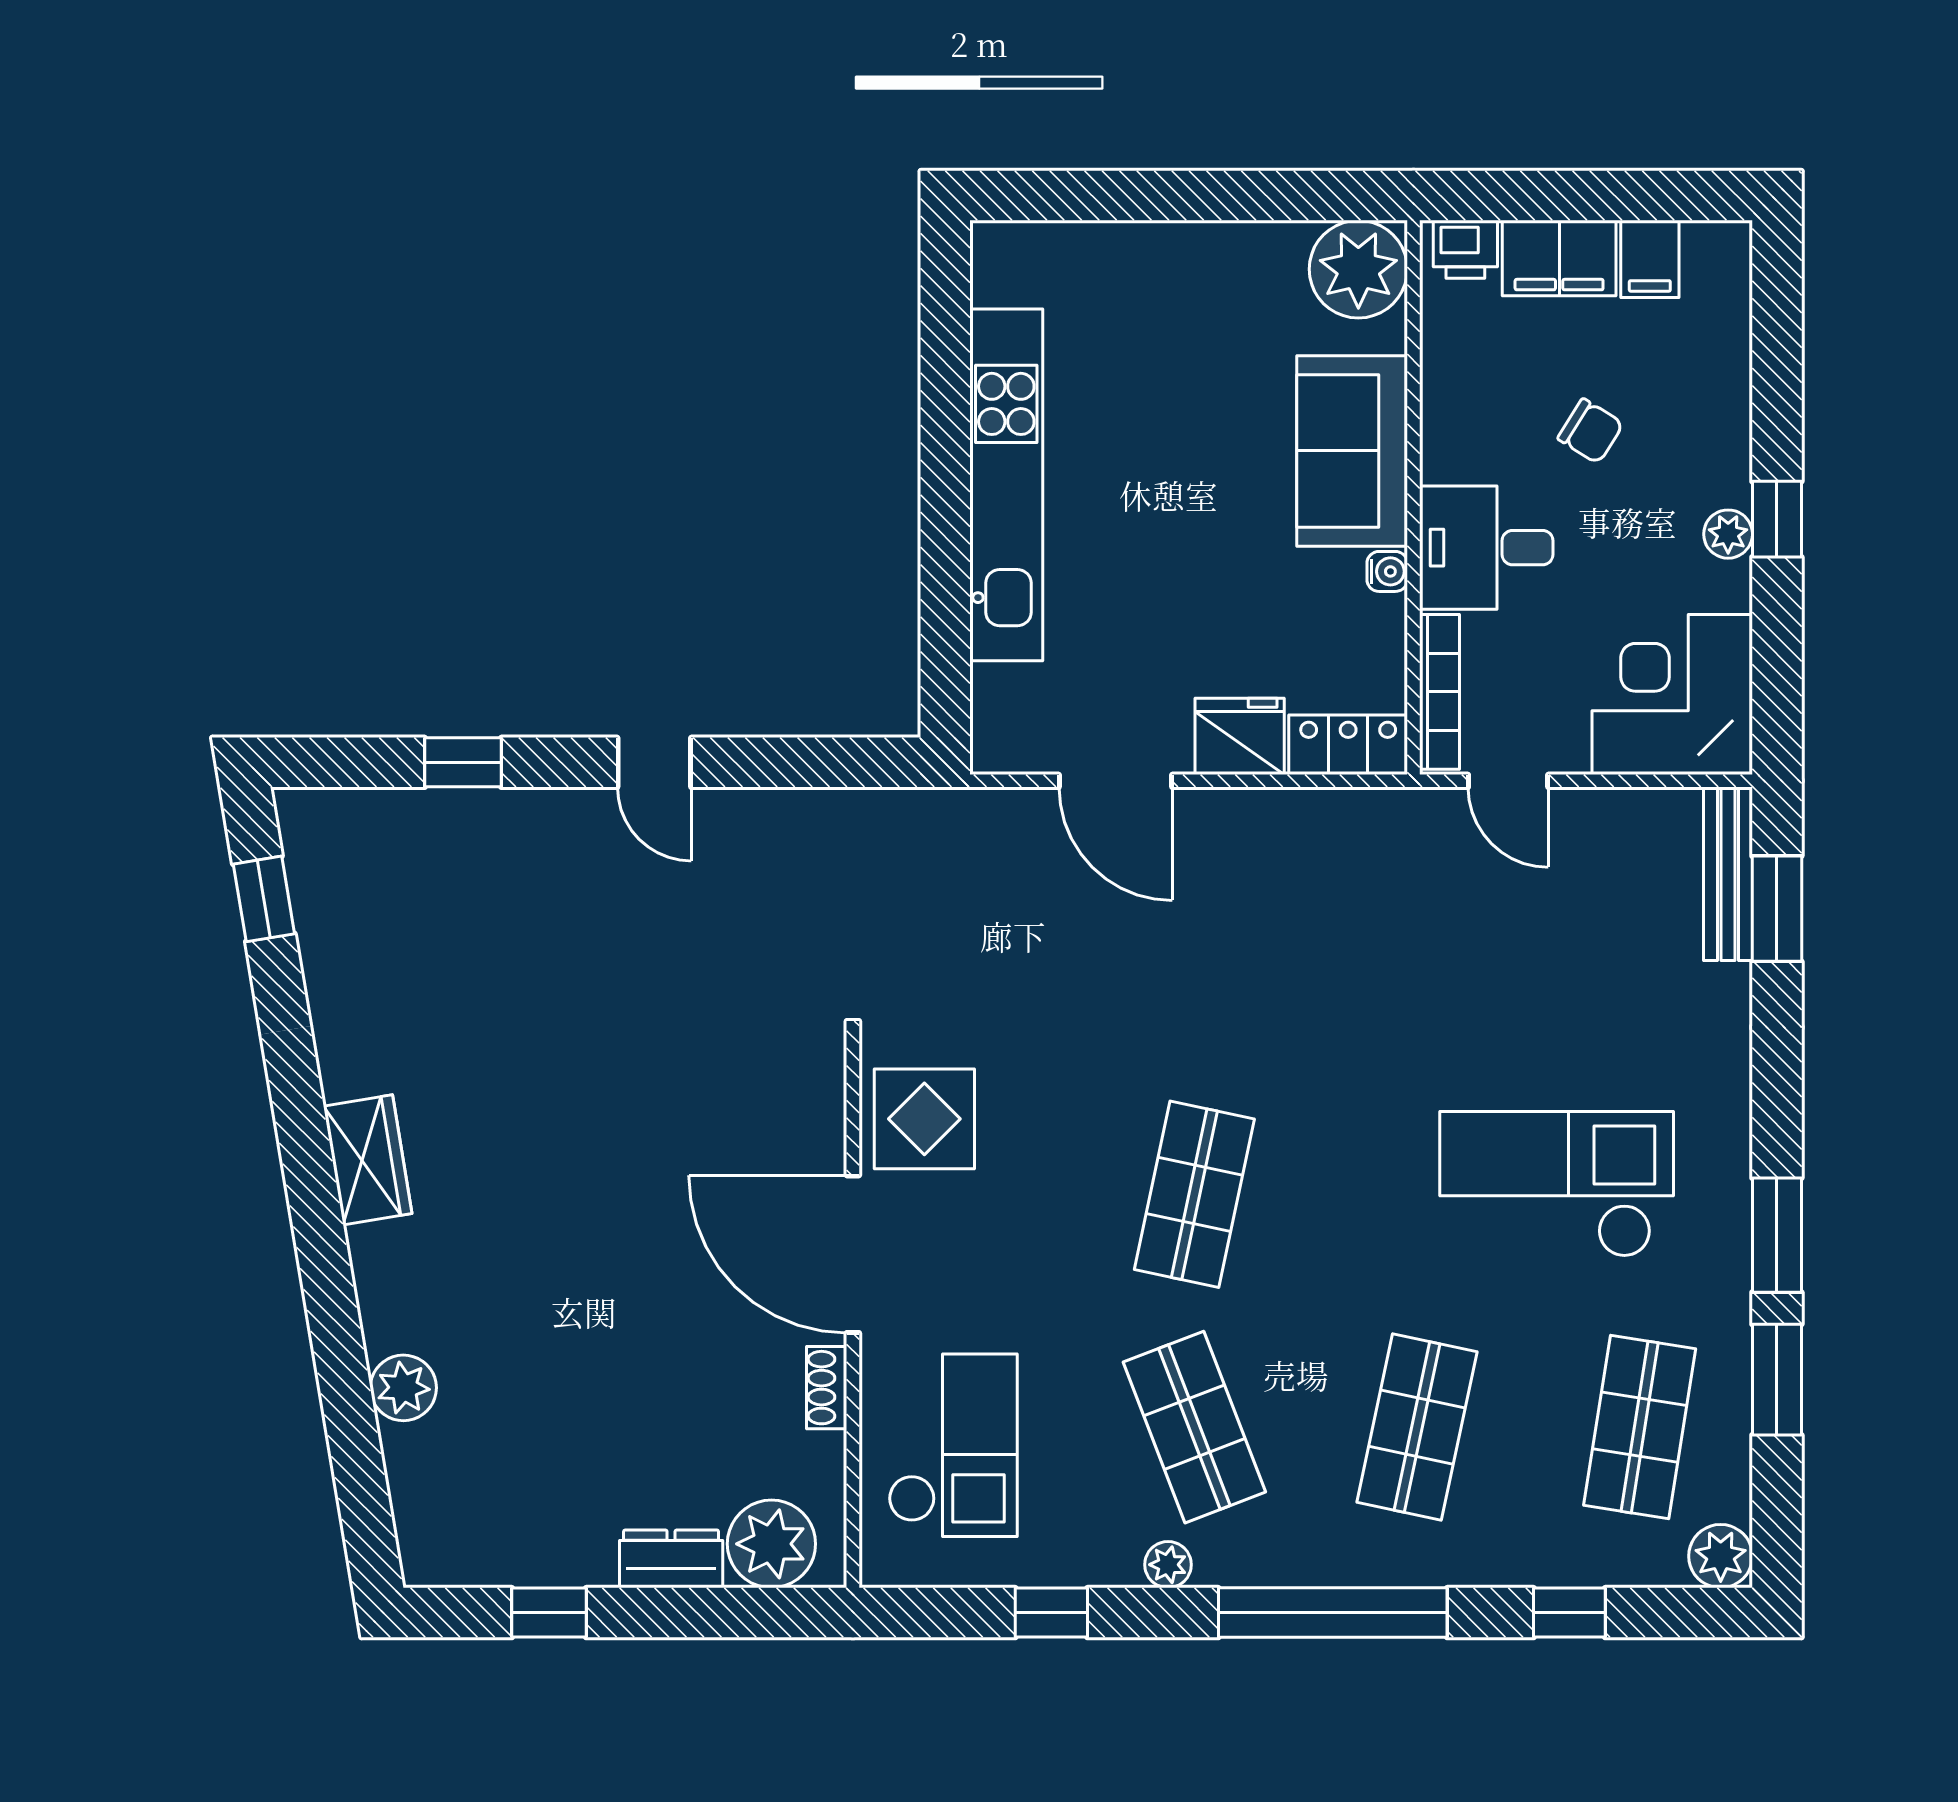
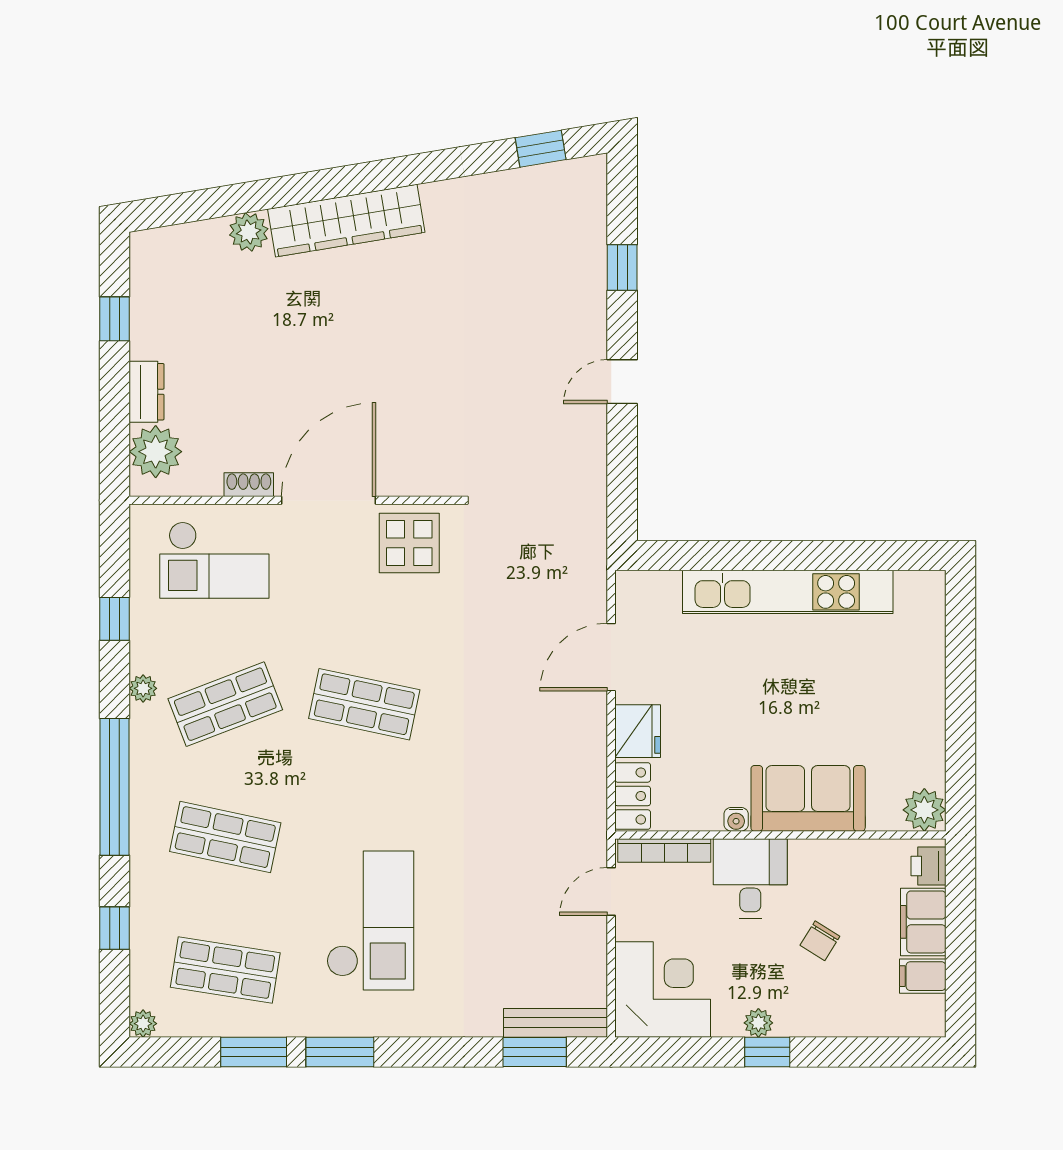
plant: (1358, 269) -> (924, 810), width x0.73, depth x0.73
wardrobe: (368, 1160) -> (346, 221), width x2.10, depth x1.17
plant: (1721, 1556) -> (143, 1024), width x0.73, depth x0.73

